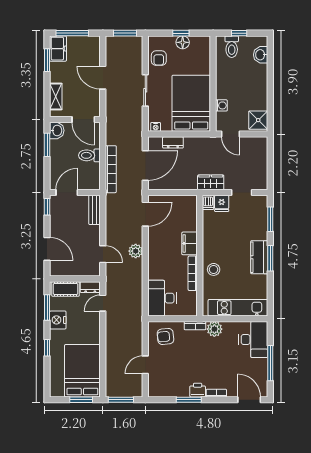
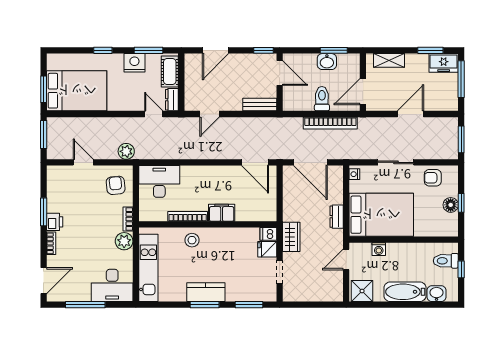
bathtub: (259, 82) -> (405, 292), added
washbasin: (57, 130) -> (327, 62), moved
dresser: (173, 142) -> (337, 217), moved
bookcase: (111, 169) -> (330, 123), moved
plant: (136, 251) -> (126, 151), moved

